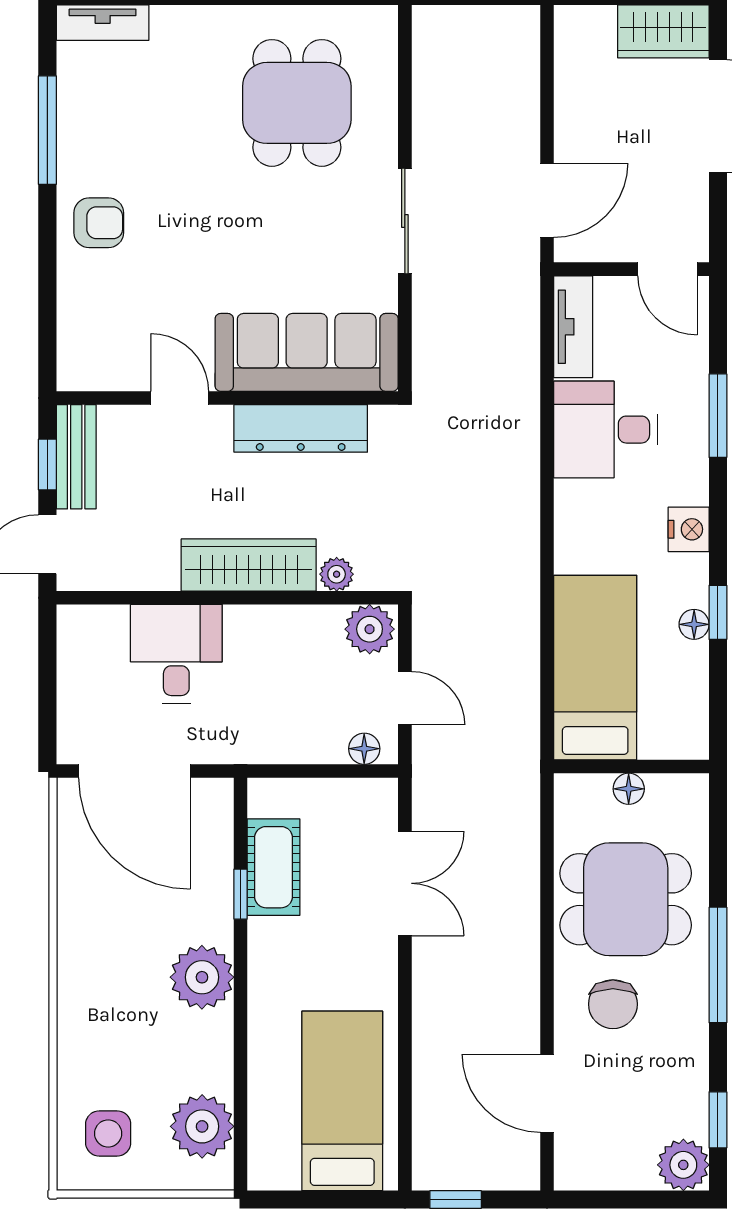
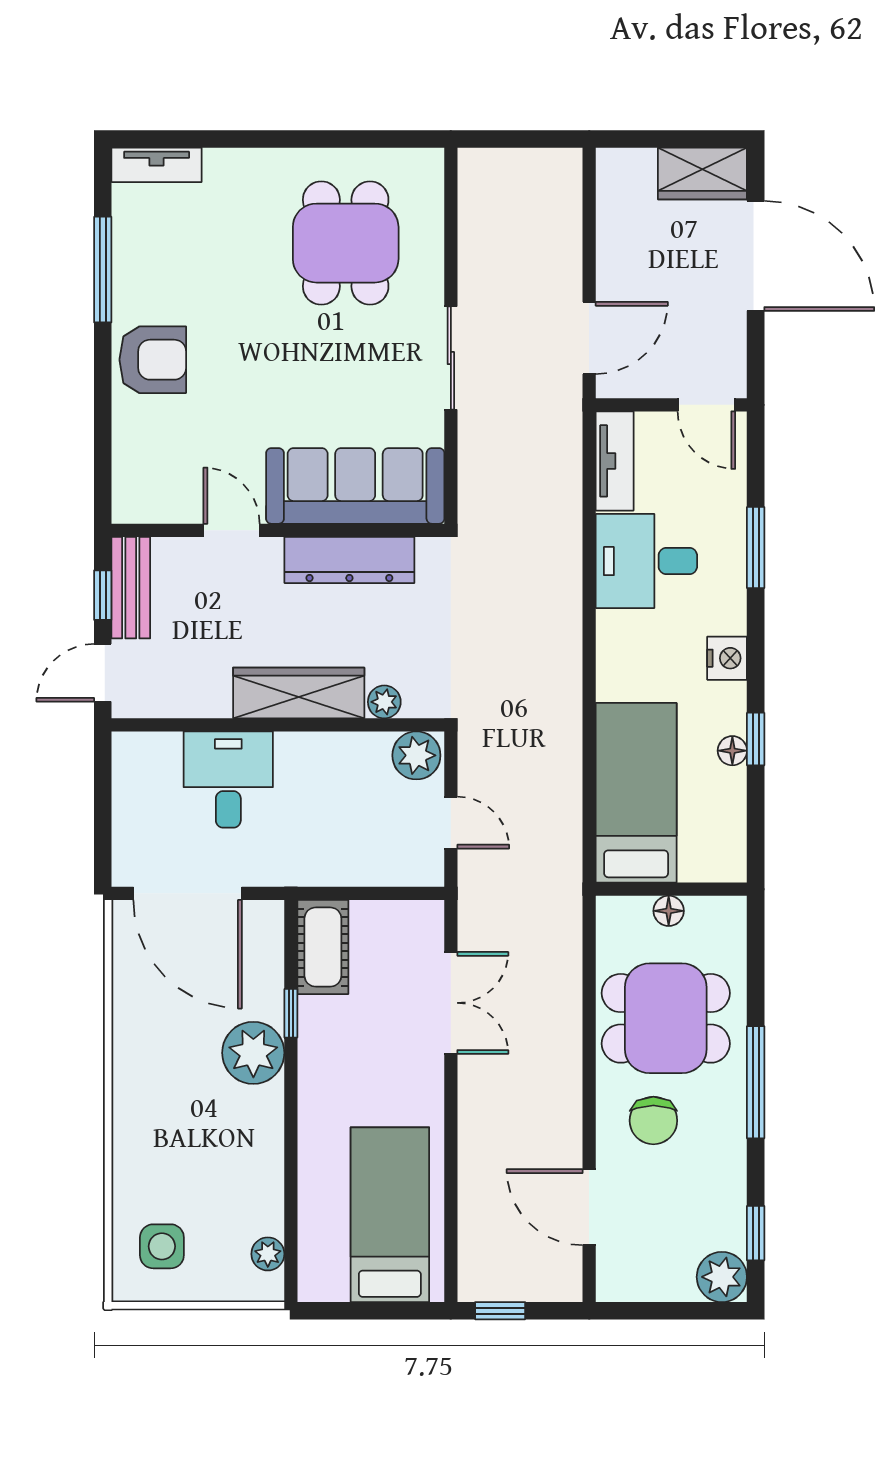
armchair: (99, 223) -> (153, 360), width x1.38, depth x1.38
floor lamp: (364, 749) -> (411, 872), removed
cot: (274, 867) -> (323, 947), moved
plant: (202, 977) -> (253, 1053), moved
plant: (202, 1126) -> (268, 1254), width x0.53, depth x0.53

